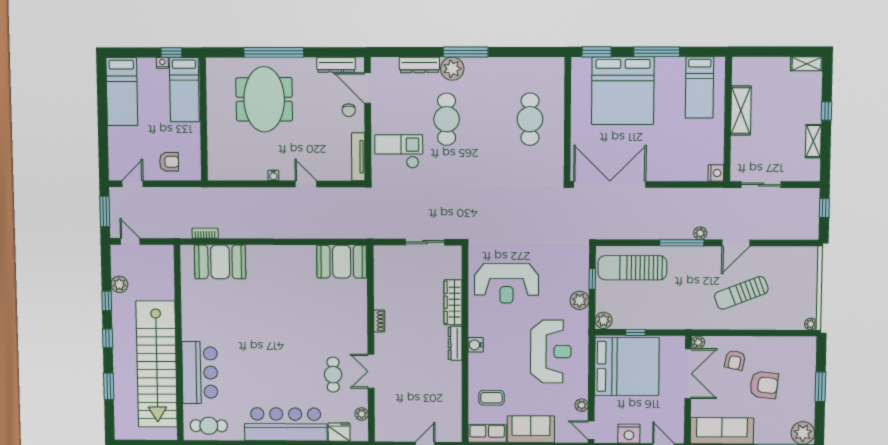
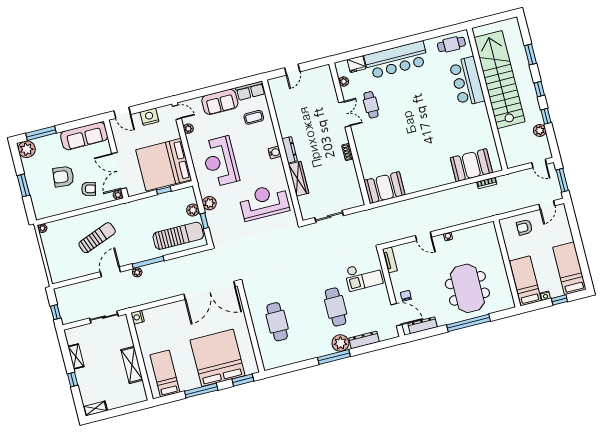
window: (171, 52) -> (559, 300), moved
tv unit: (358, 157) -> (390, 260), width x0.71
plant: (604, 320) -> (193, 210), moved
armchair: (735, 360) -> (89, 189), turned 91

